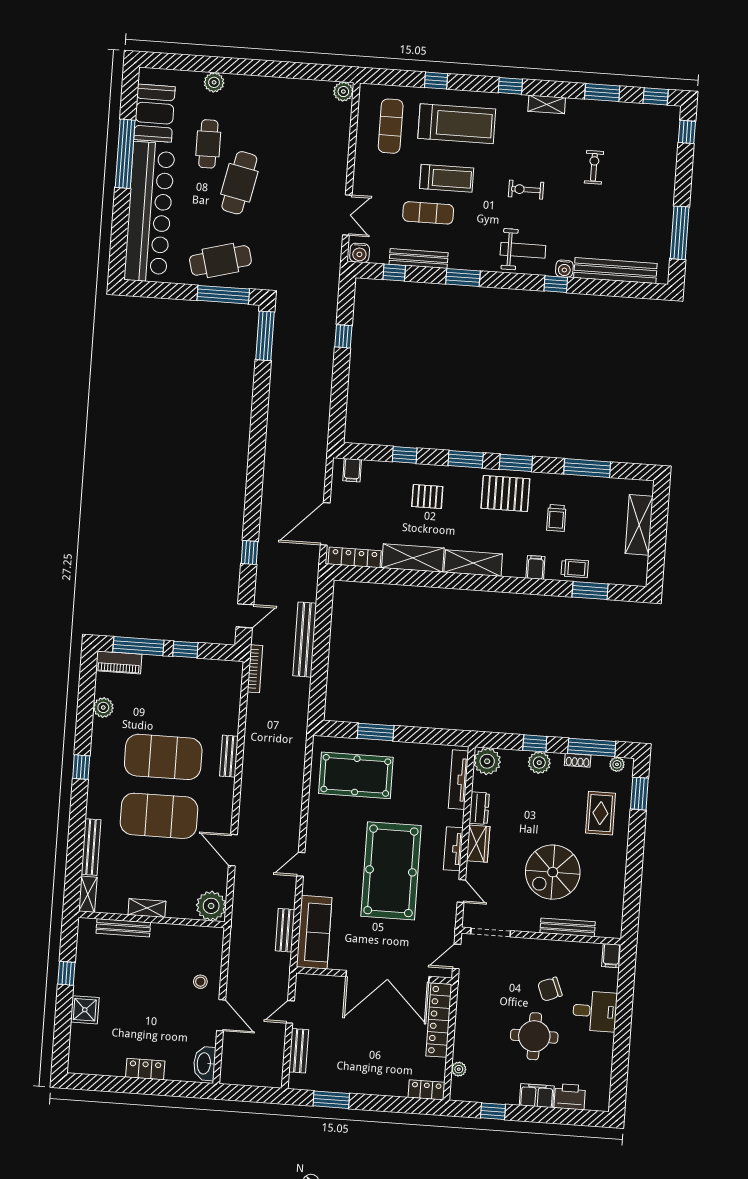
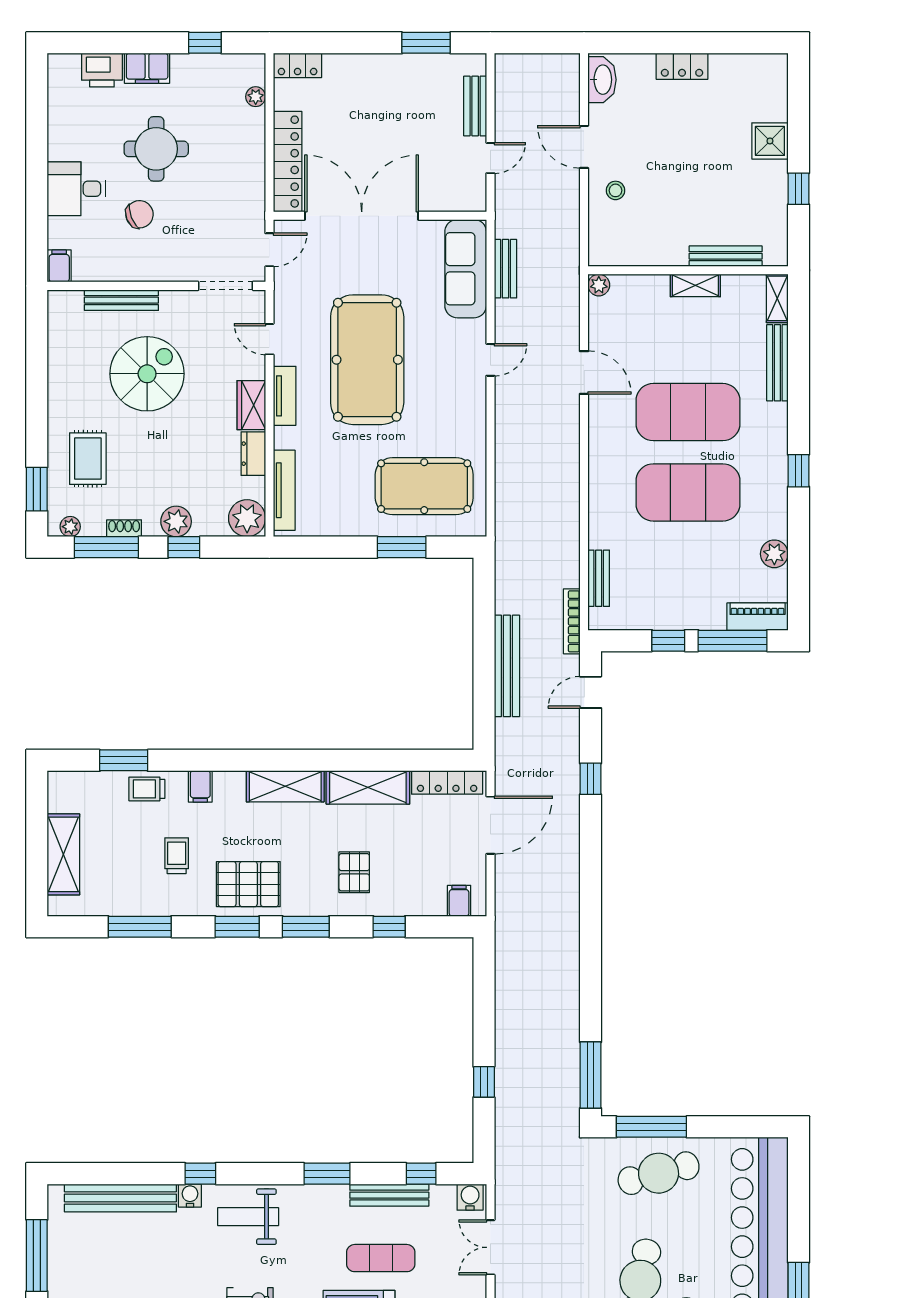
pallet: (427, 497) -> (354, 872), turned 90
bench: (229, 756) -> (599, 578), moved
plant: (211, 906) -> (599, 285), width x0.53, depth x0.53

